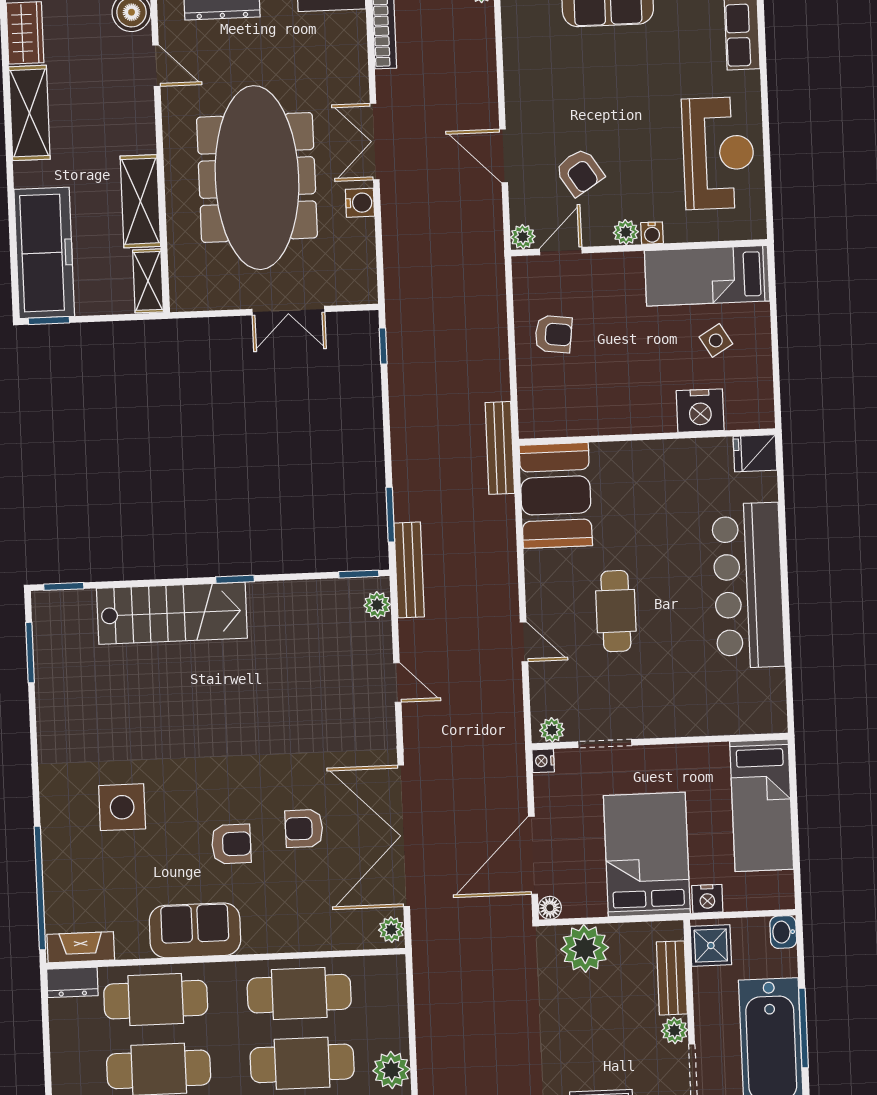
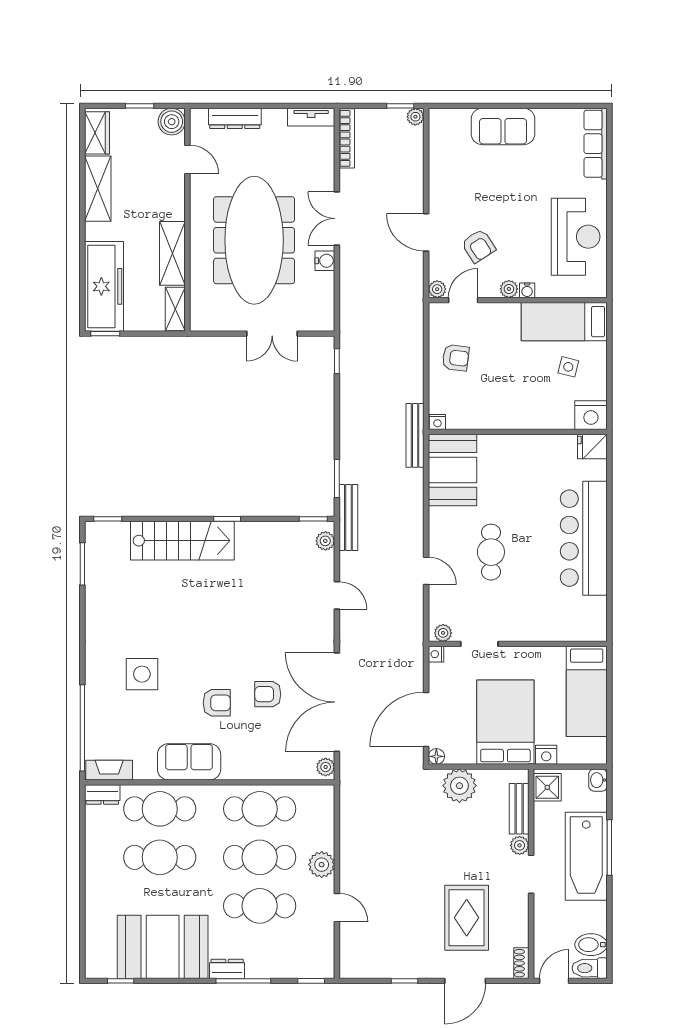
side table: (716, 340) -> (568, 367), turned 45
nightstand: (700, 411) -> (591, 415), moved
nightstand: (531, 428) -> (437, 422), added

